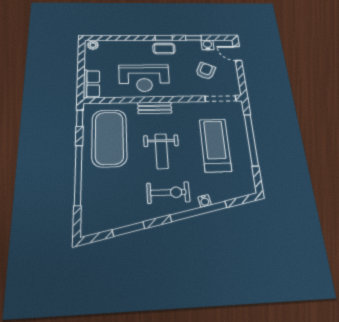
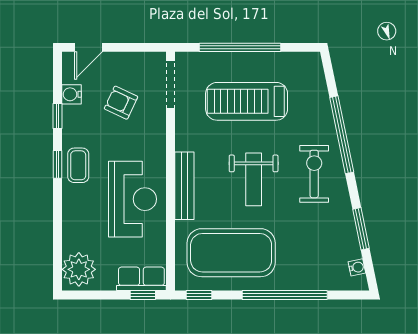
plant: (93, 45) -> (79, 269), width x1.87, depth x1.87
window: (81, 85) -> (143, 295), added
bench: (155, 108) -> (184, 186), width x1.36
weight bench: (162, 151) -> (254, 179), turned 90
water cooler: (205, 201) -> (357, 267), moved

